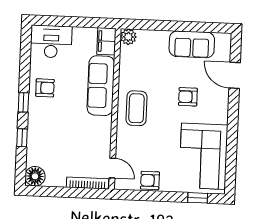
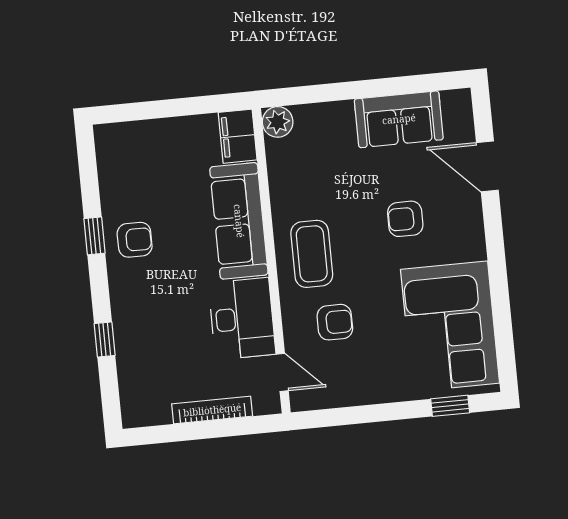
desk: (51, 42) -> (242, 319), moved, turned 90
window: (23, 102) -> (94, 236), moved
floor lamp: (35, 176) -> (139, 408), removed
armchair: (150, 180) -> (335, 322), moved, turned 180
bookcase: (87, 183) -> (212, 410), moved

